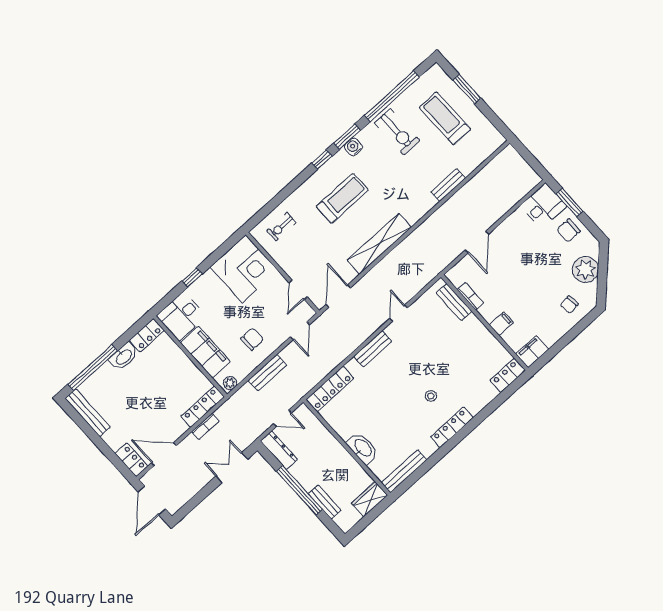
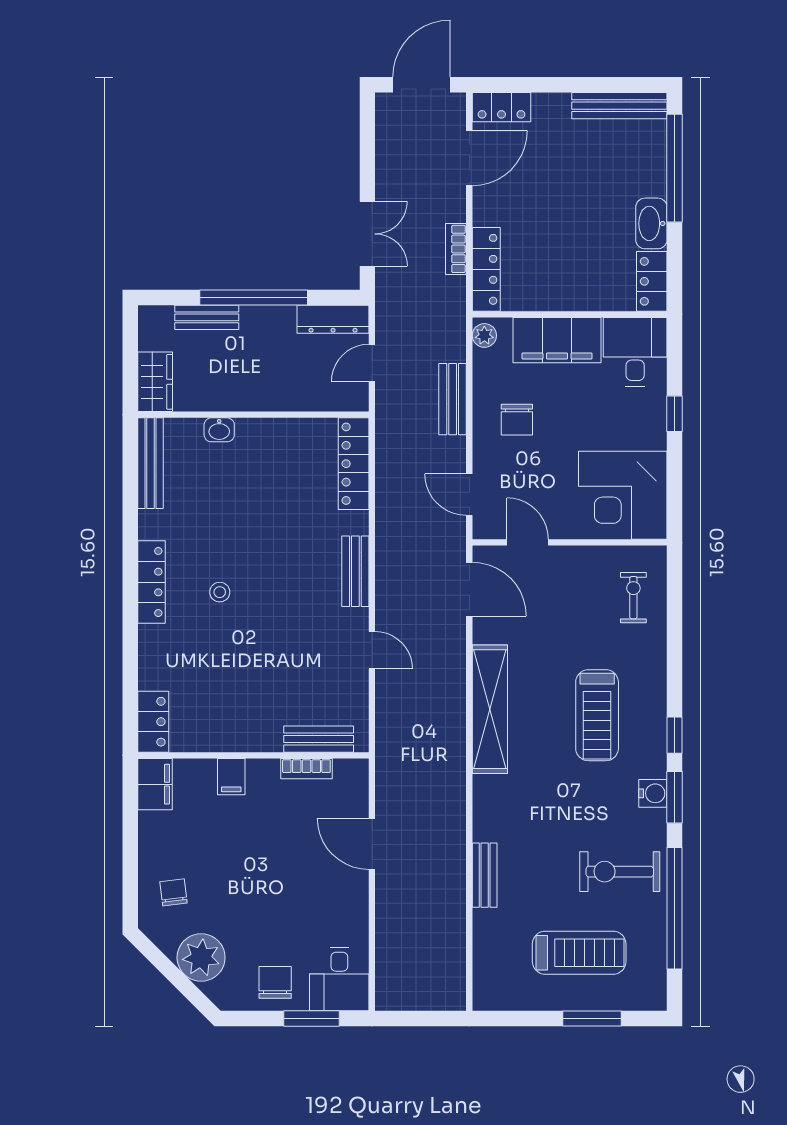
washbasin: (363, 448) -> (219, 430), width x0.52, depth x0.69
door: (152, 500) -> (421, 85), hinge flipped

